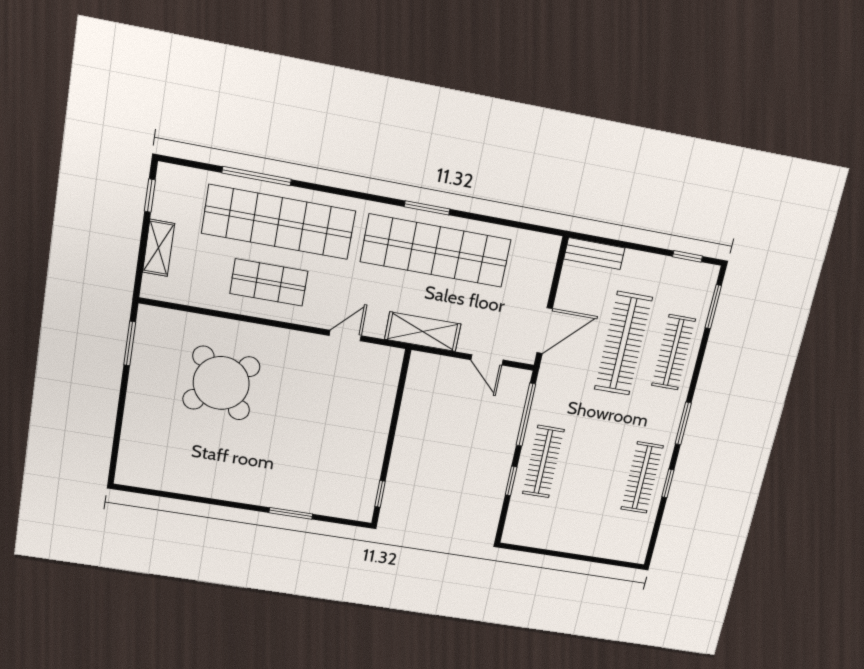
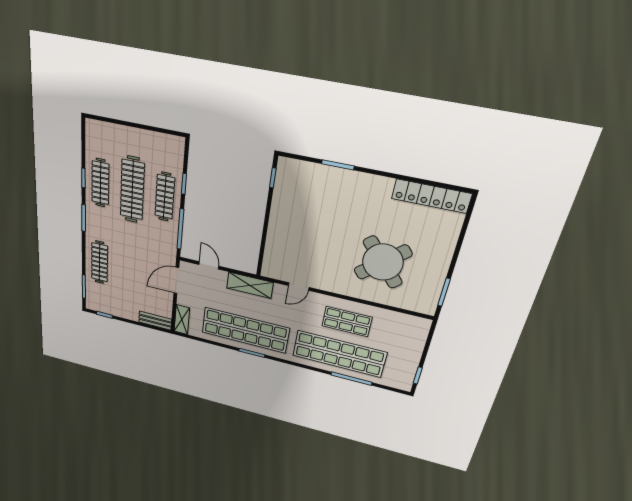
shelving: (159, 248) -> (182, 320), moved
clothes rail: (623, 344) -> (132, 190), moved
locker: (165, 478) -> (431, 196), added

